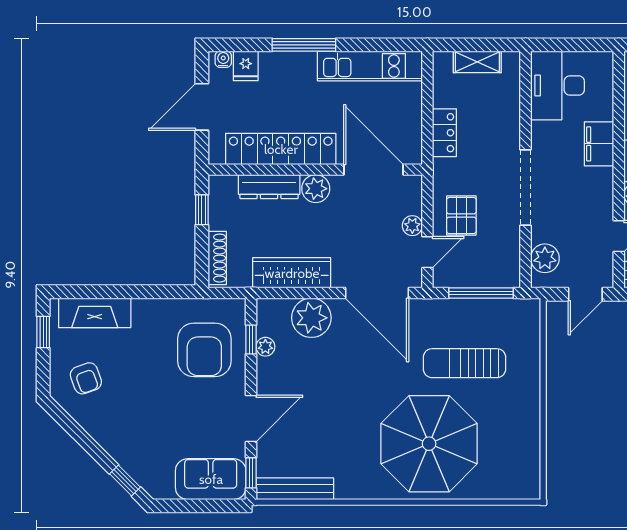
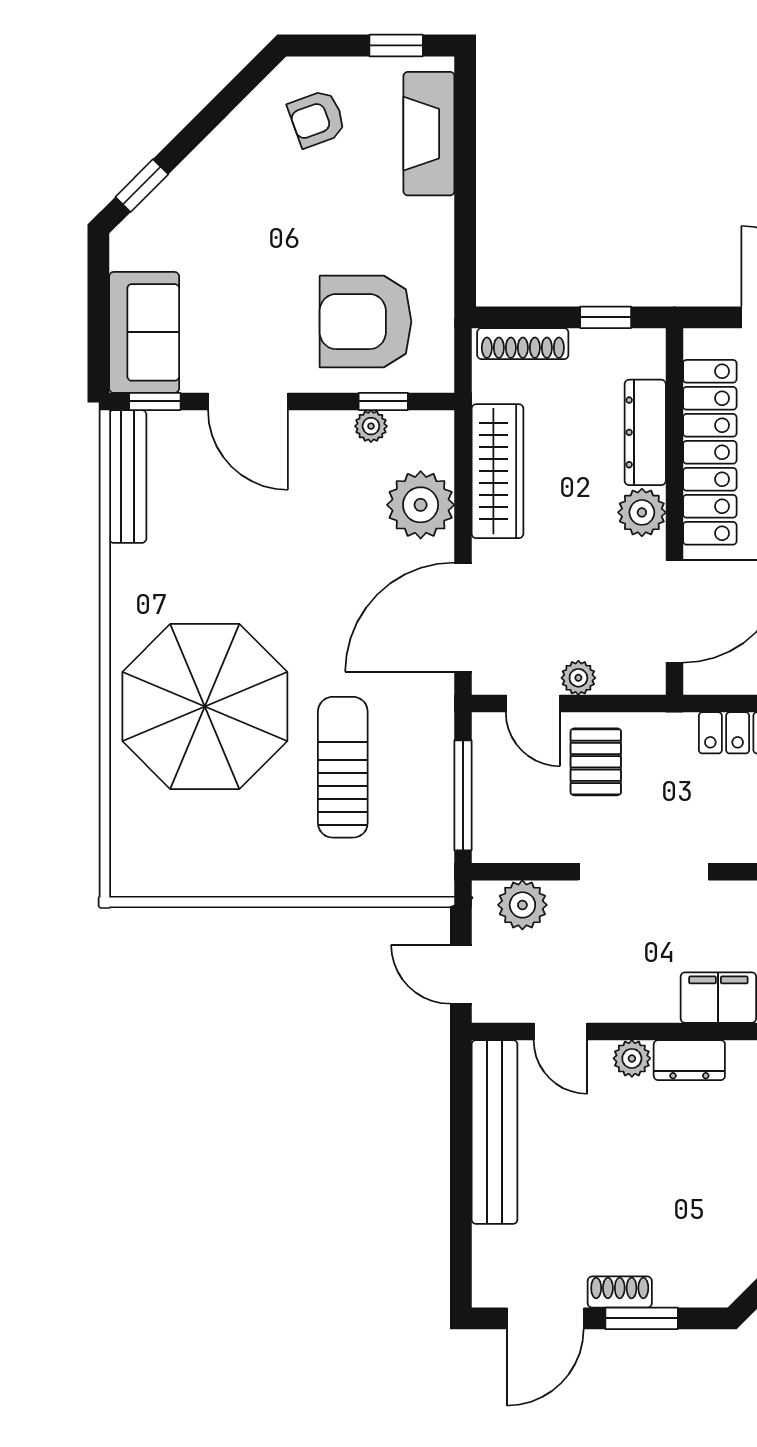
pallet: (461, 216) -> (596, 762), turned 90

